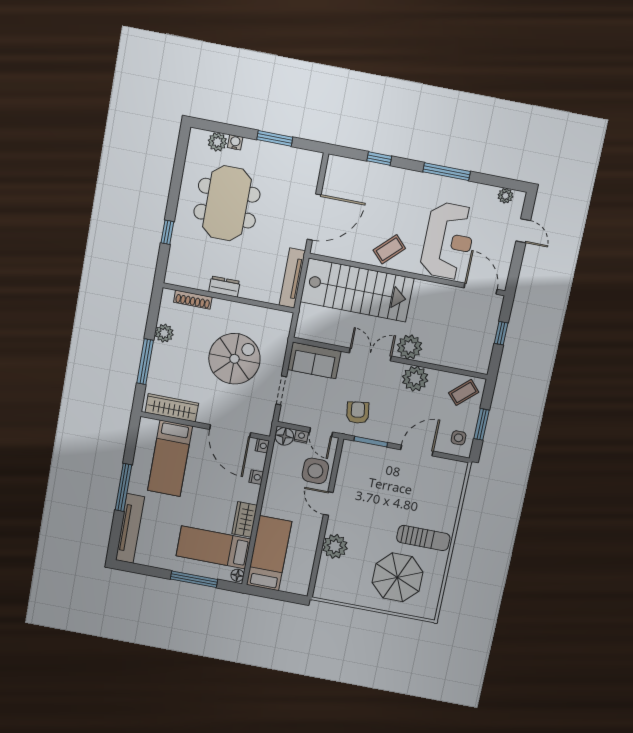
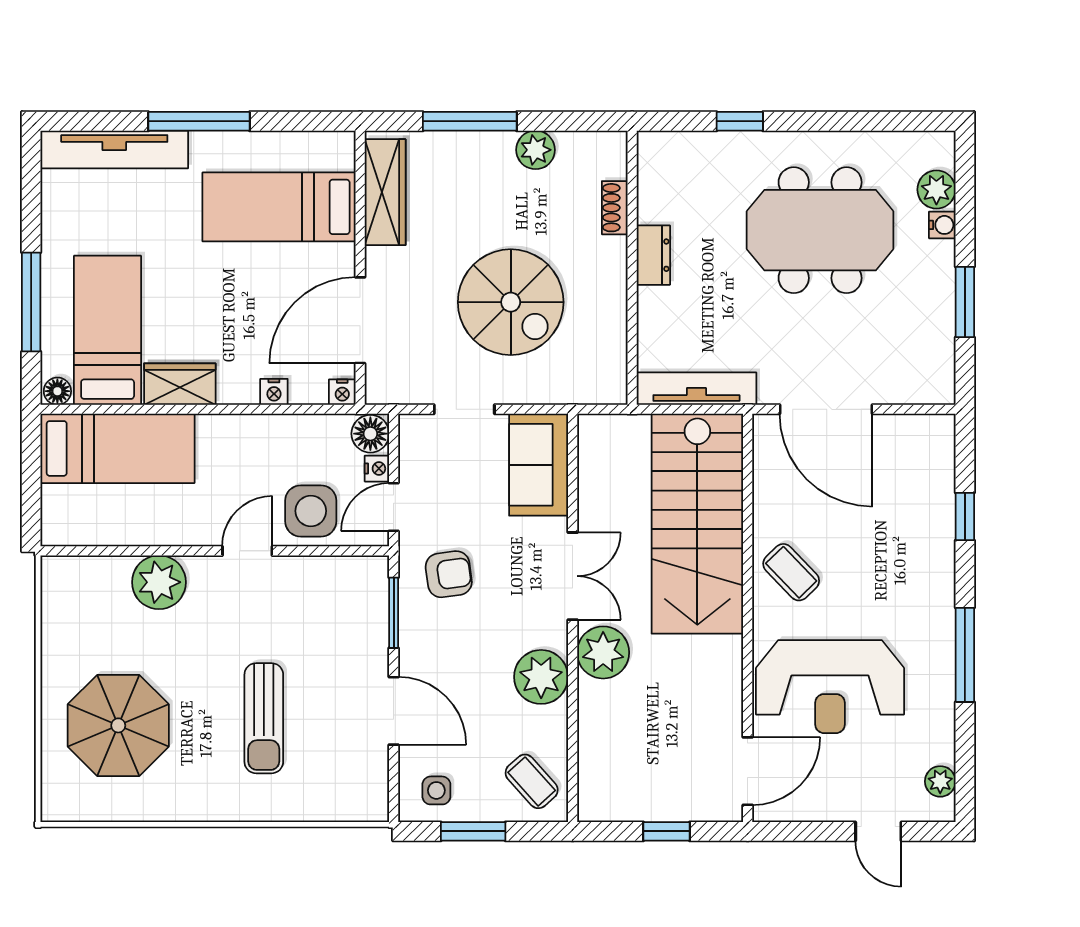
door: (523, 231) -> (878, 831), hinge flipped
shoe rack: (193, 300) -> (615, 208), width x0.70
sun lounger: (423, 538) -> (264, 718), moved

